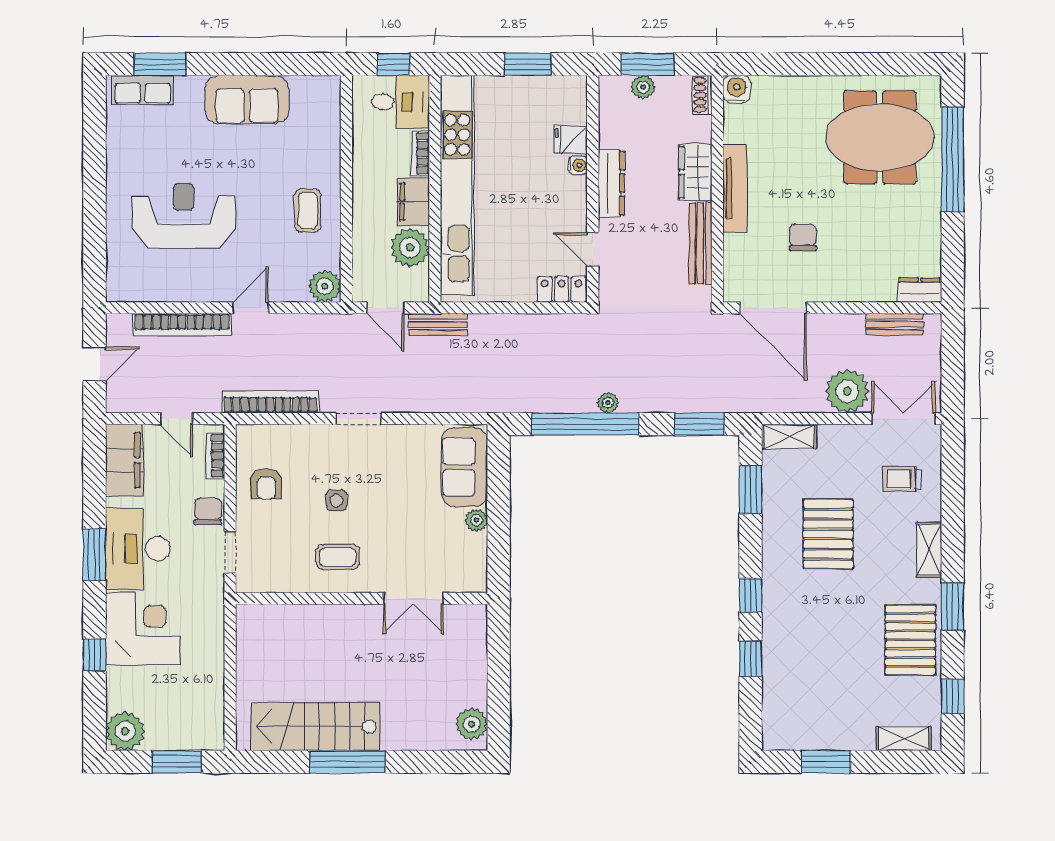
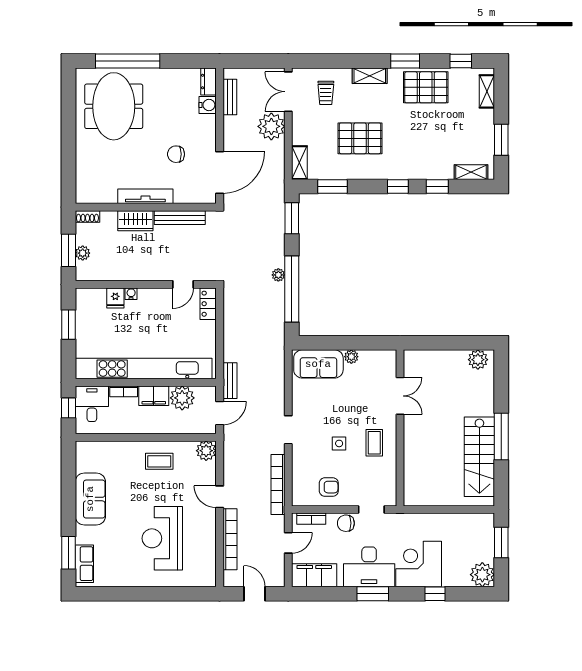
water cooler: (737, 89) -> (208, 105), moved, turned 180
dresser: (611, 183) -> (142, 273), removed
shelving: (774, 713) -> (471, 172), added

